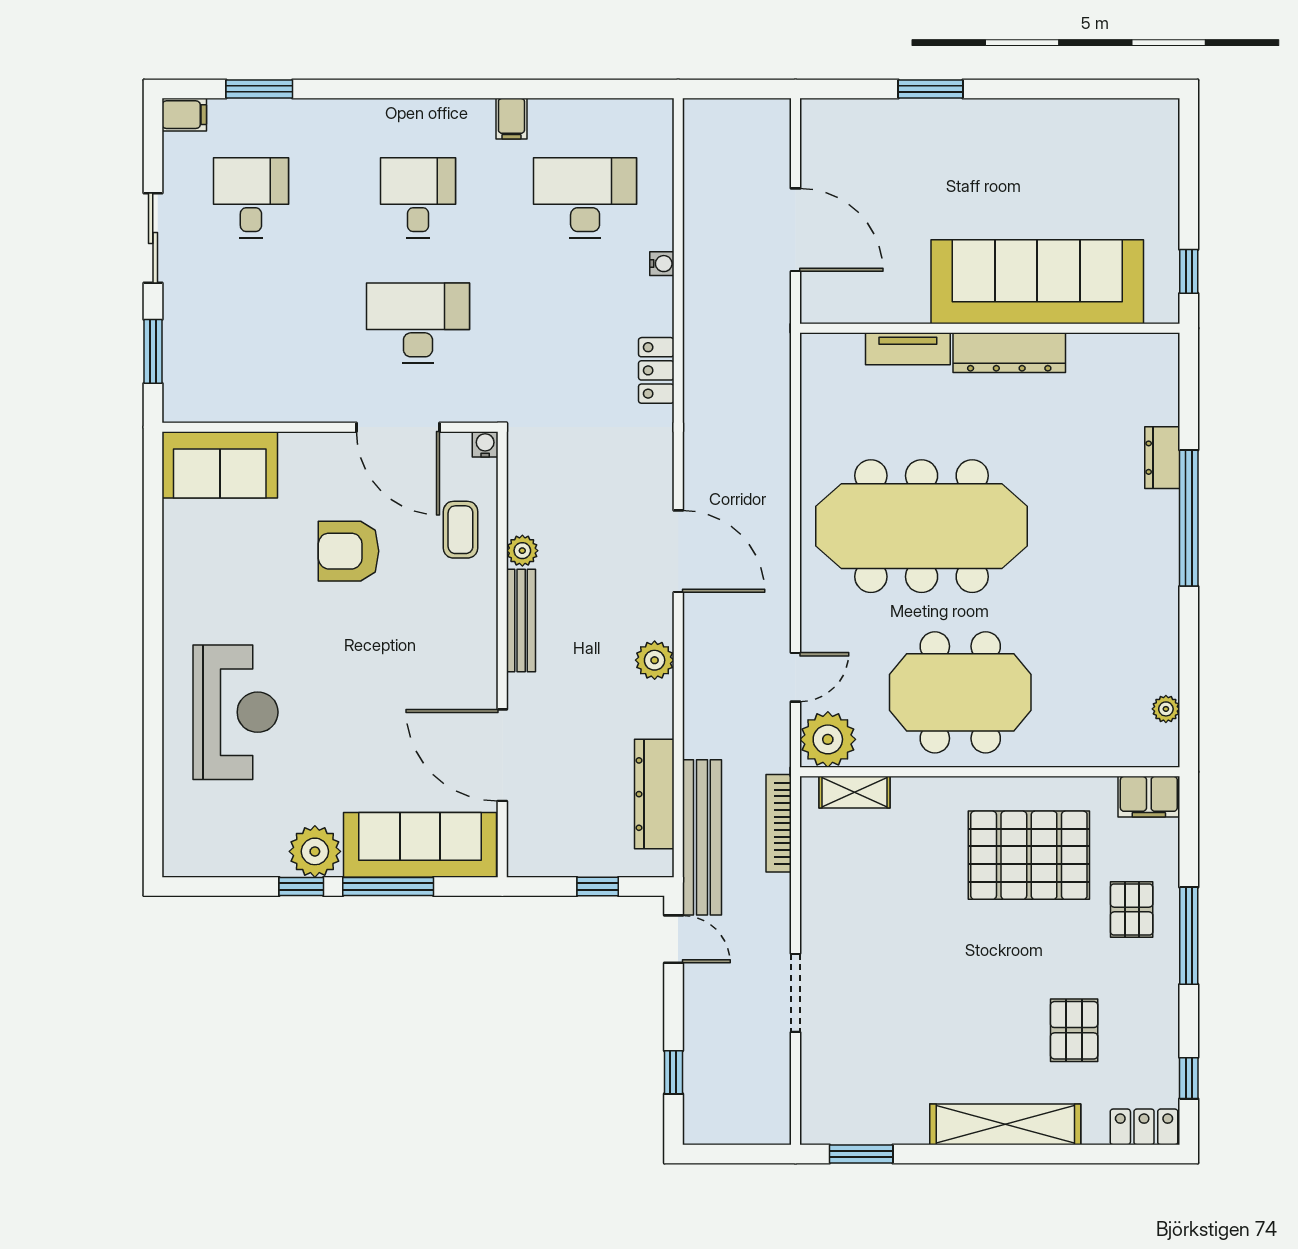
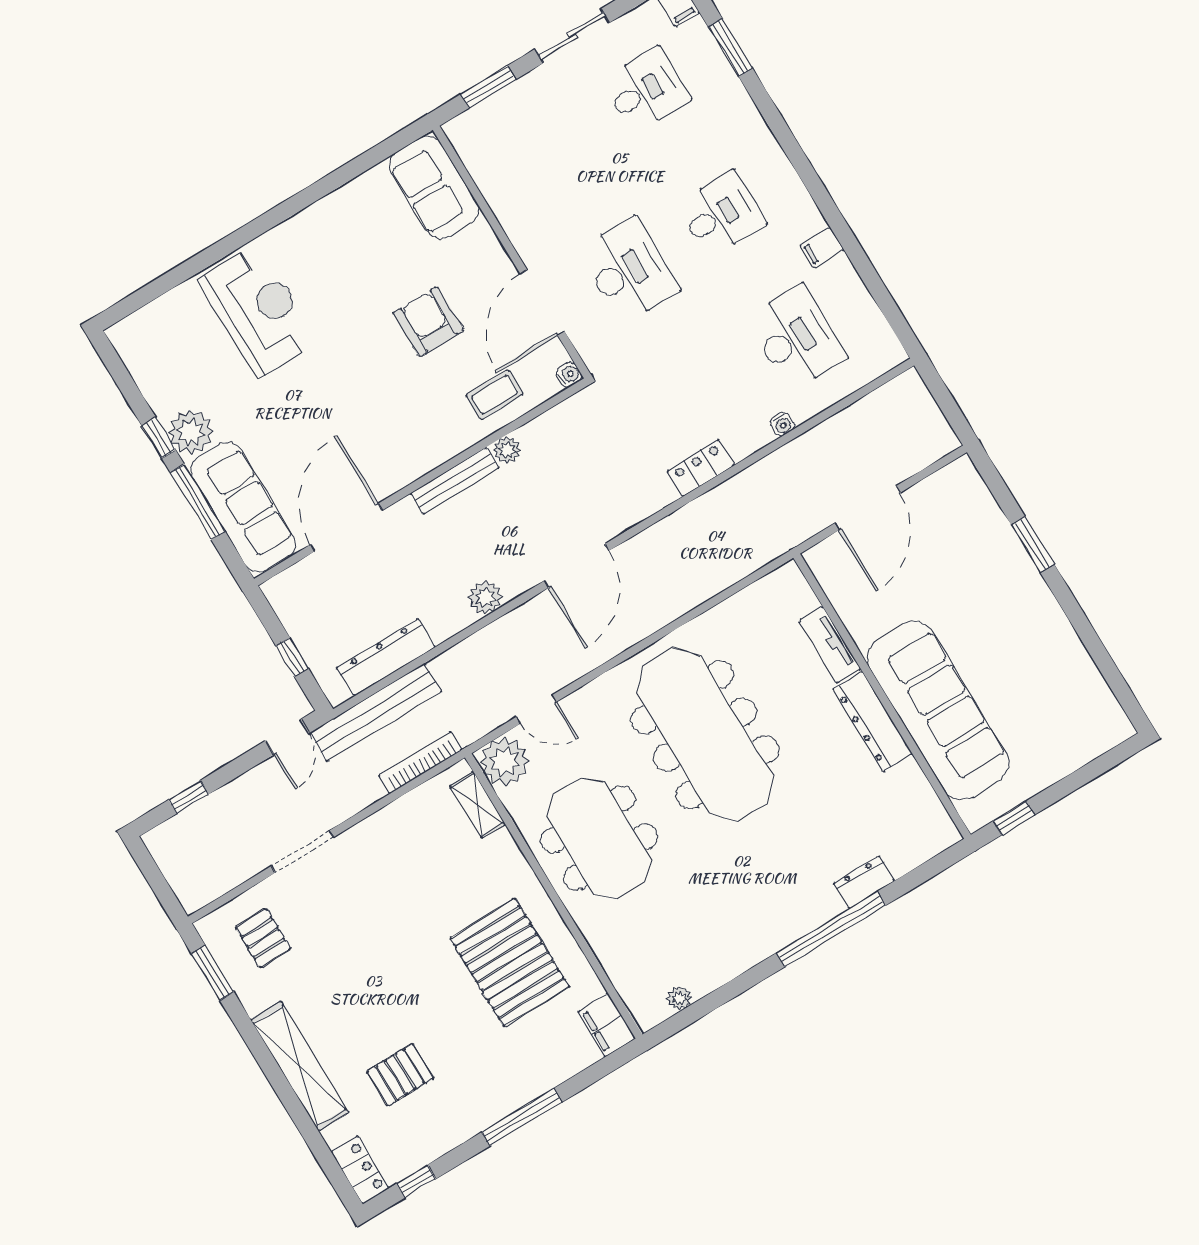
reception desk: (236, 712) -> (258, 310), turned -90
pallet: (1132, 910) -> (263, 938), moved, turned 90

